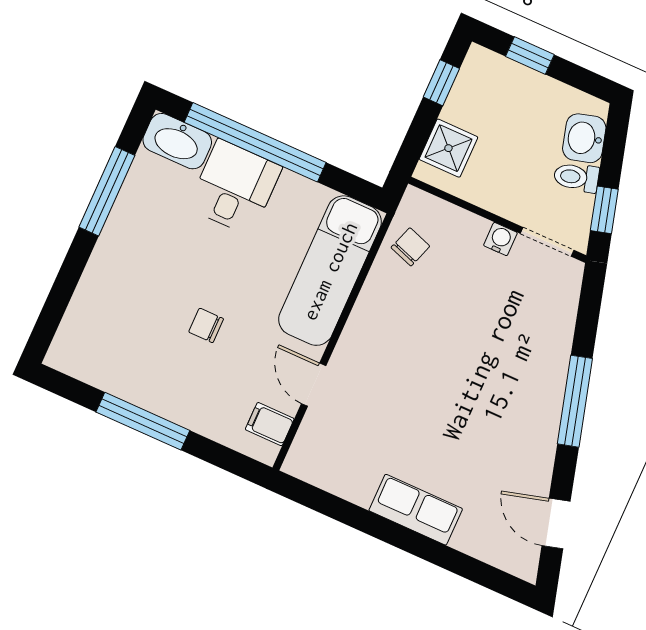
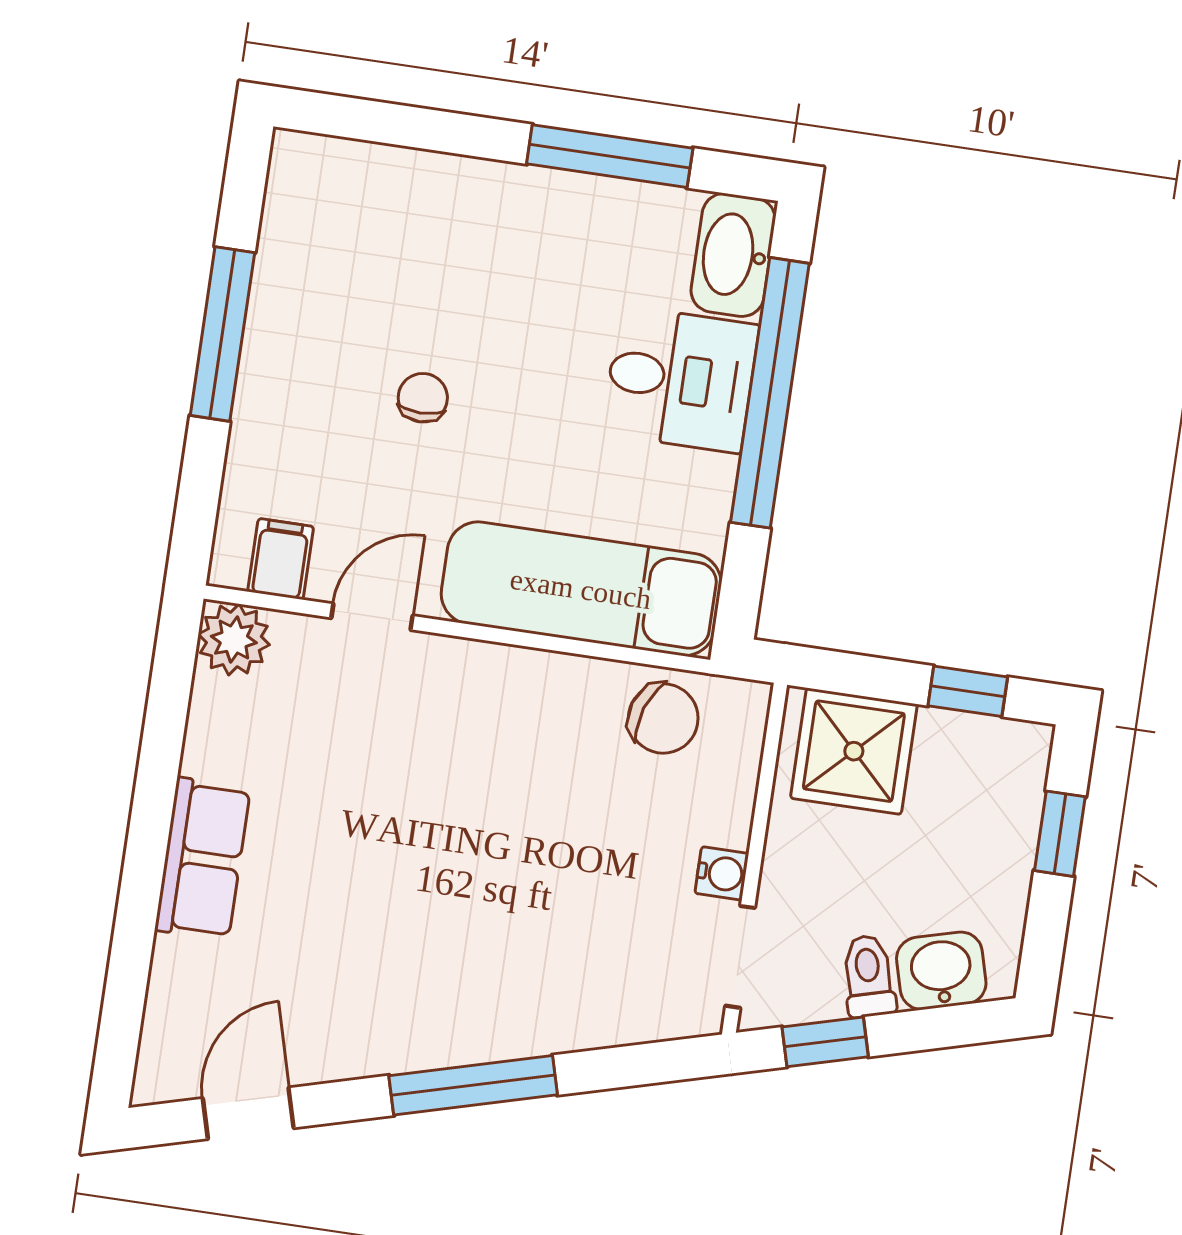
shower: (448, 148) -> (854, 751), width x1.36, depth x1.36
chair: (410, 247) -> (663, 718), width x1.37, depth x1.37
plant: (305, 461) -> (234, 640), added

